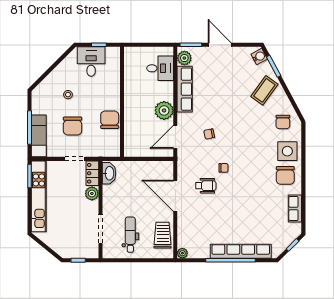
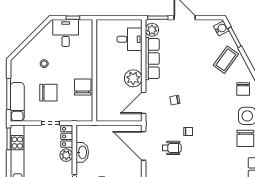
chair: (73, 126) -> (48, 93), turned -90
washbasin: (109, 173) -> (82, 152), moved
door: (175, 196) -> (144, 146), moved

